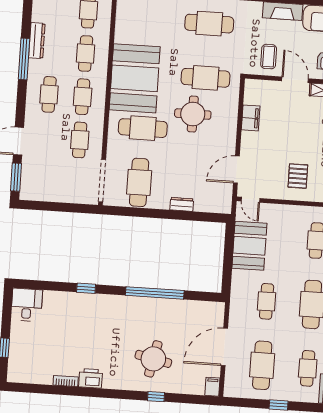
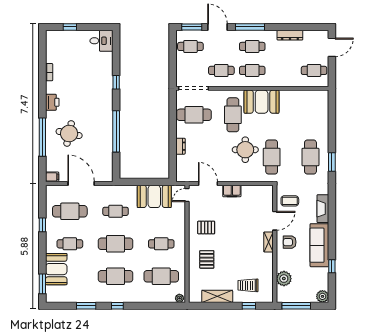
cafe table: (86, 53) -> (190, 46), moved
window: (24, 59) -> (250, 27), moved
booth: (135, 78) -> (262, 102), width x0.73, depth x0.70
filing cabinet: (251, 118) -> (232, 191), moved
printer: (91, 378) -> (52, 102), moved
window: (156, 397) -> (42, 137), width x3.17

